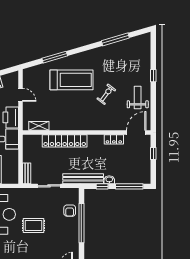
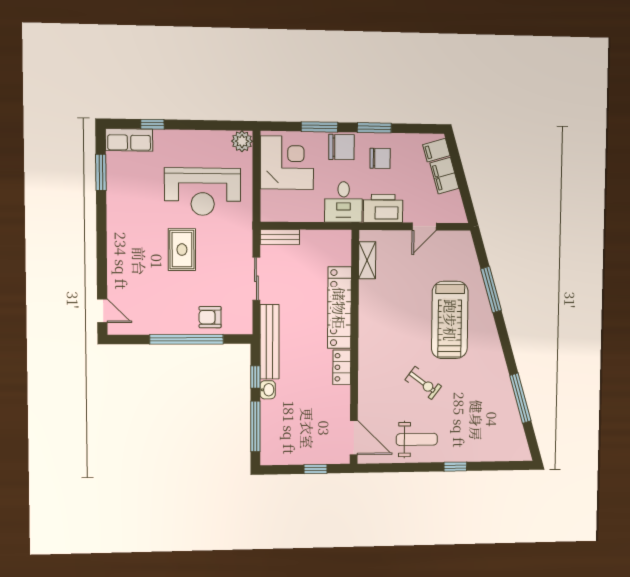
locker: (114, 139) -> (342, 367), moved

